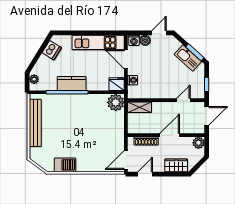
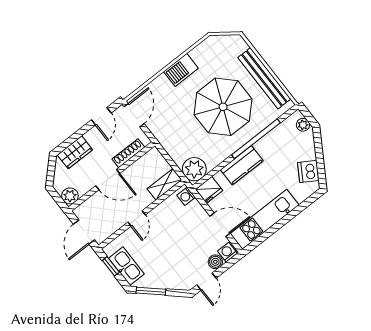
kitchen sink: (188, 58) -> (126, 266), moved, turned 48
washing machine: (132, 80) -> (186, 196), moved
kitchen counter: (72, 83) -> (242, 165), moved
door: (183, 100) -> (137, 218), moved
parasol: (71, 125) -> (223, 107), added
door: (170, 135) -> (108, 180), hinge flipped
barbecue: (65, 165) -> (181, 70), moved

